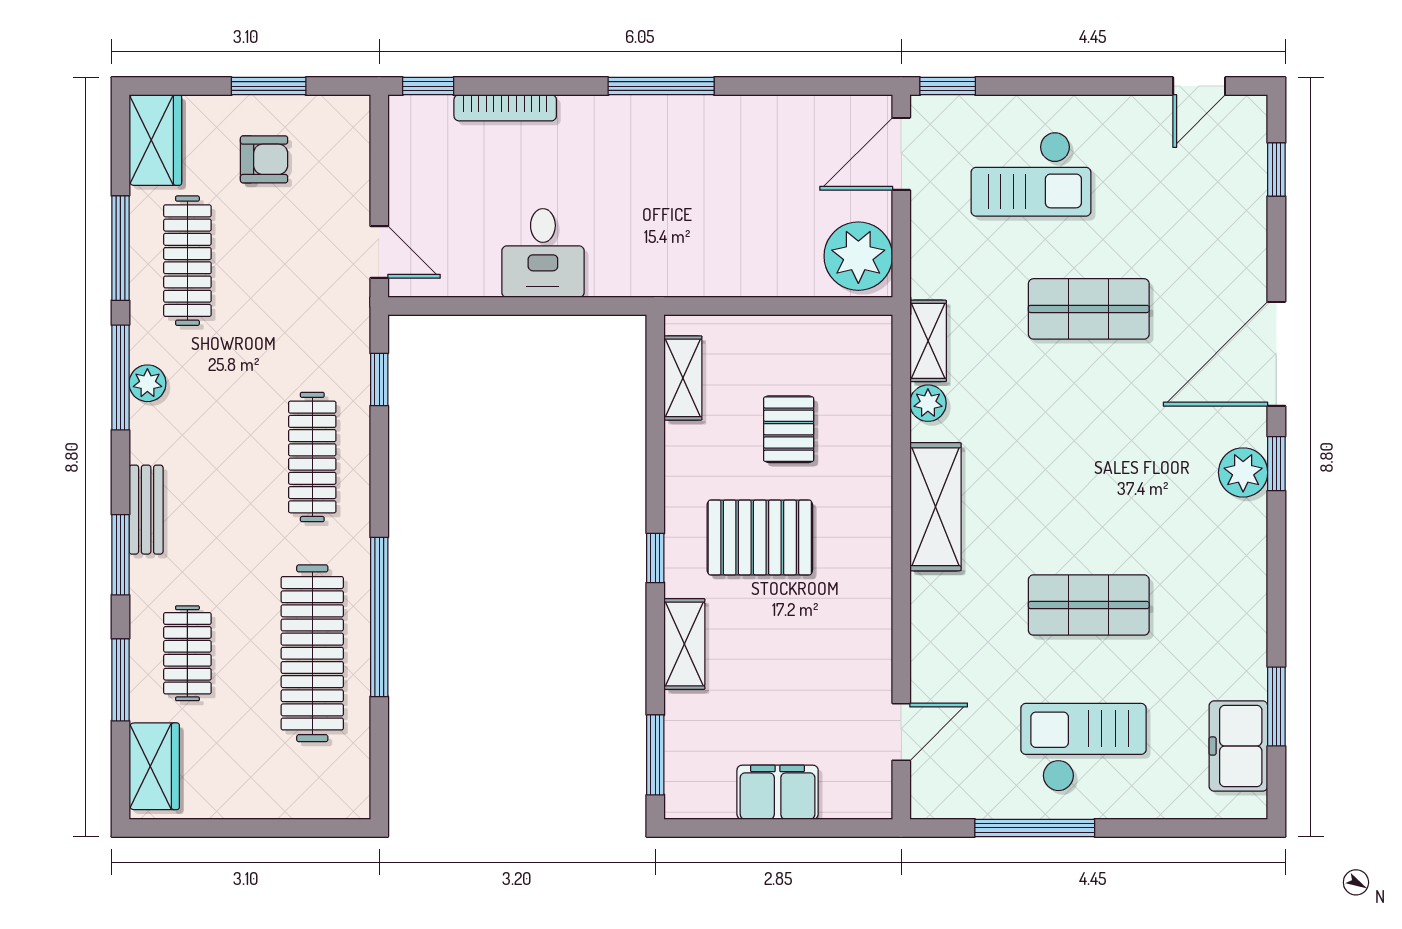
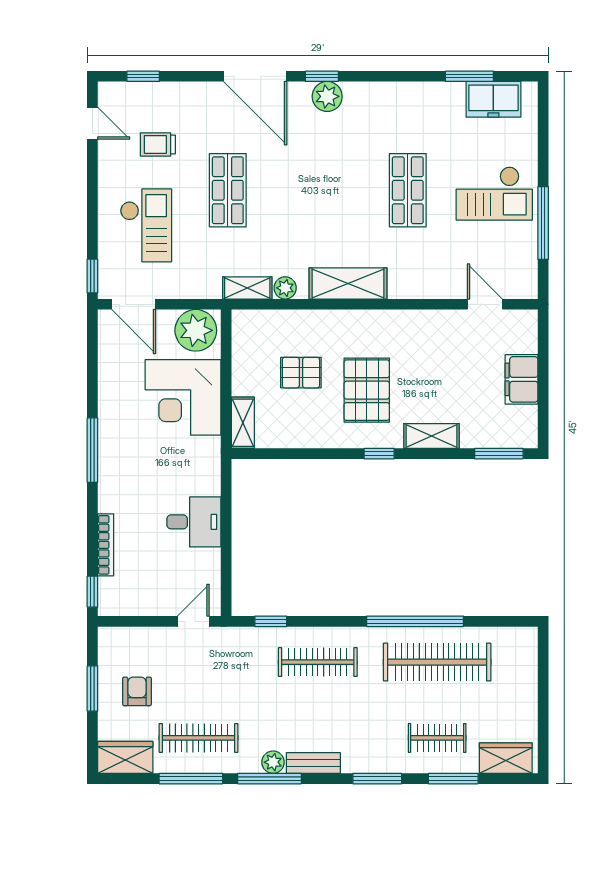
trolley: (1164, 194) -> (158, 144), added
corner desk: (748, 235) -> (183, 397), added
shelving: (683, 378) -> (243, 423), moved, turned 90
bench: (146, 510) -> (313, 763), moved
checkout: (1083, 747) -> (494, 193), turned -90

